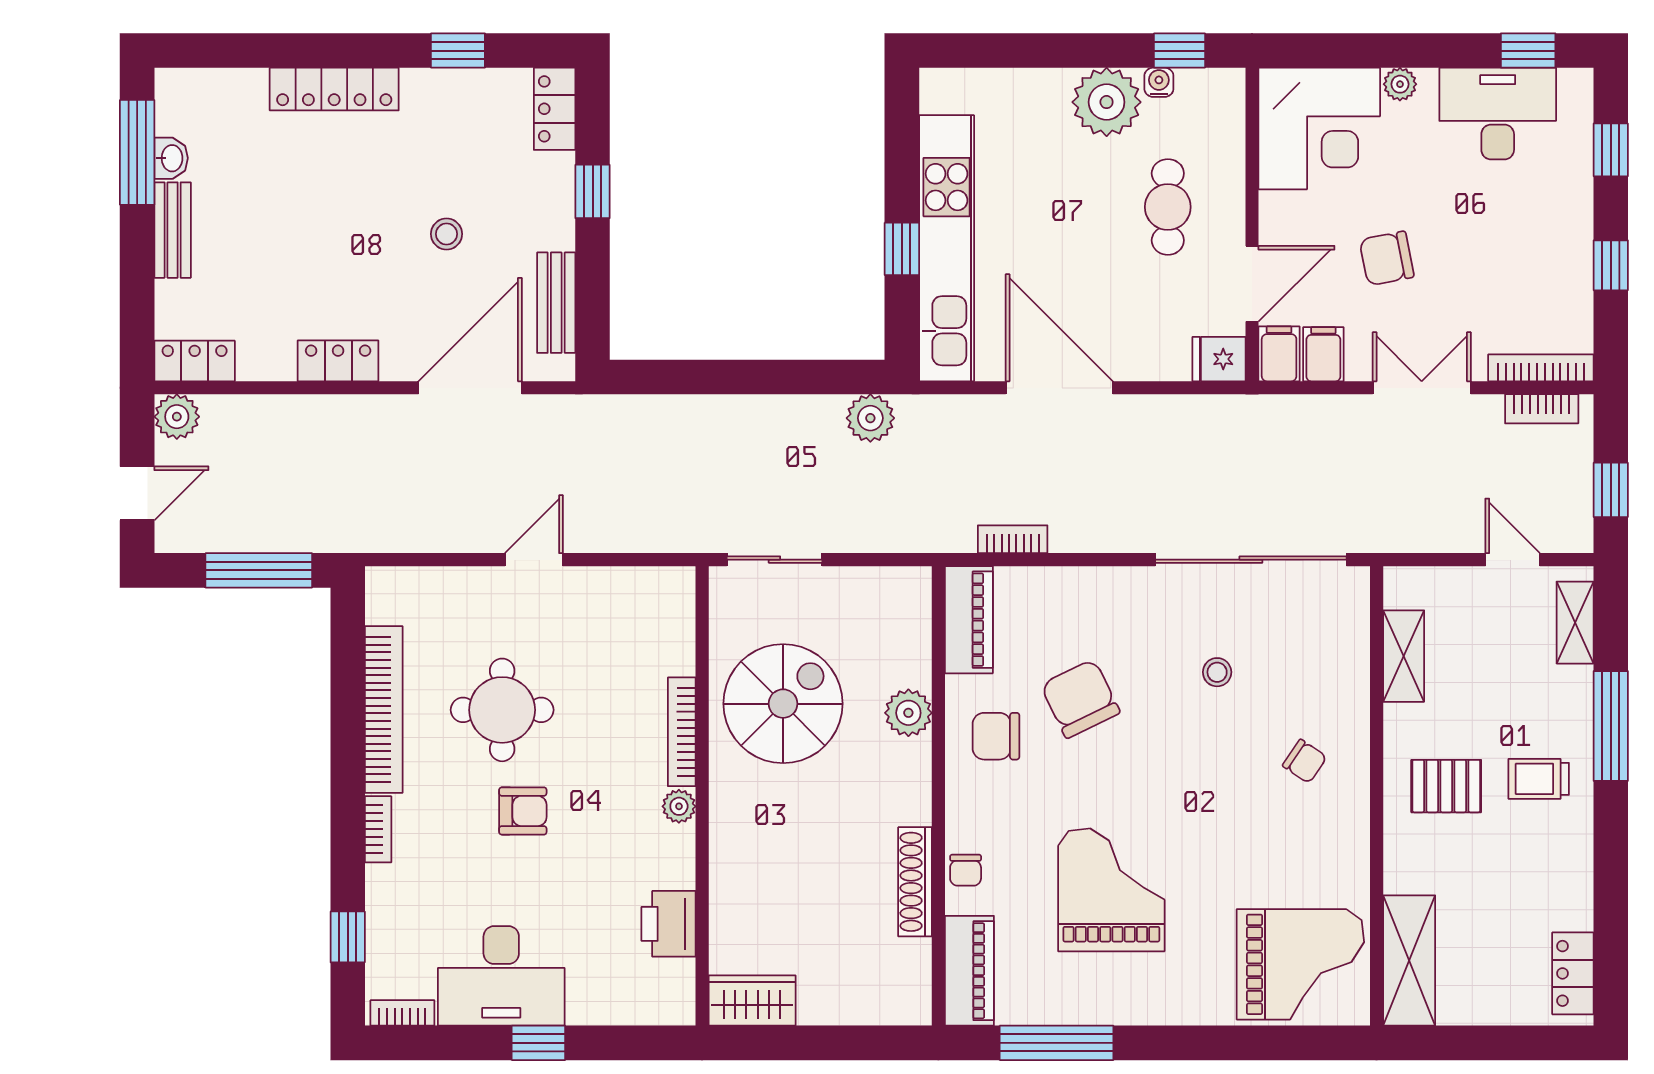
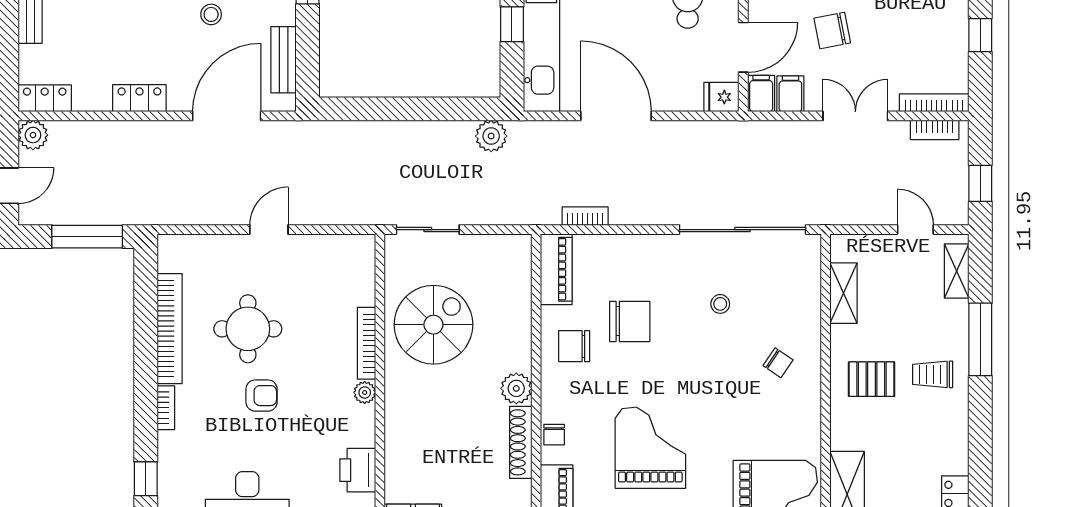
chair: (1080, 699) -> (630, 321), turned 116
plant: (908, 713) -> (516, 388), moved

